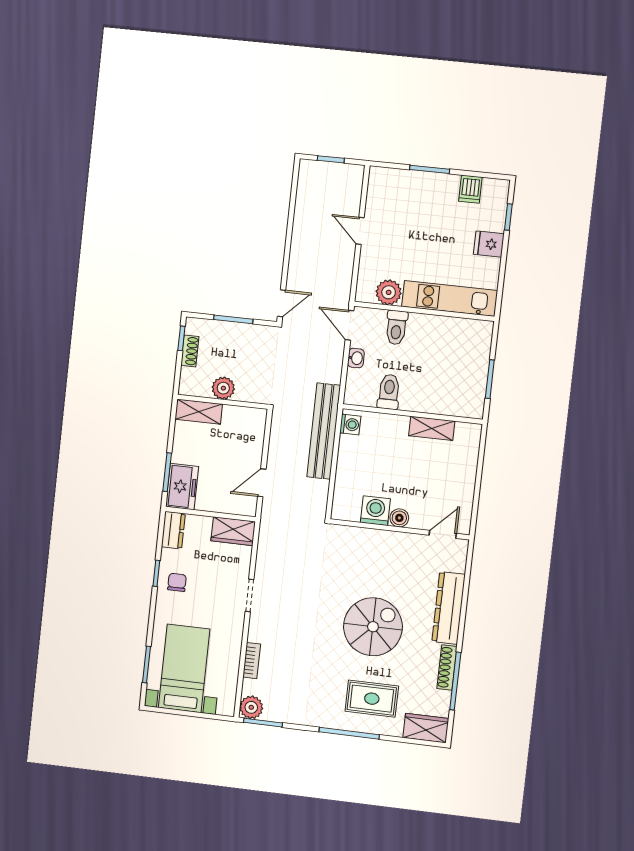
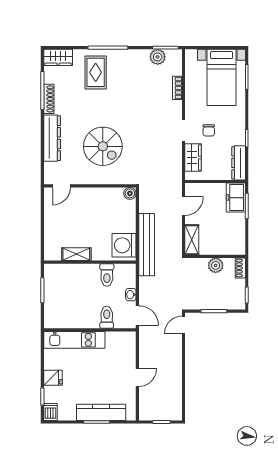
kitchen counter: (421, 183) -> (101, 412), added
dishwasher: (470, 189) -> (50, 412), moved
door: (360, 231) -> (137, 378), hinge flipped
plant: (389, 292) -> (114, 340), removed
shoe rack: (190, 351) -> (240, 268), moved
shelving: (199, 412) -> (192, 240), moved, turned 90
washing machine: (350, 424) -> (124, 245), width x1.89, depth x1.89
washing machine: (375, 511) -> (107, 196), removed
boiler: (399, 518) -> (130, 193), moved
dresser: (173, 530) -> (239, 163), width x1.44
wardrobe: (233, 531) -> (193, 158), moved, turned 90
chair: (177, 582) -> (209, 130), moved
spiral stairs: (373, 627) -> (103, 146), moved, turned -90
rug: (372, 699) -> (96, 72), turned 90
plant: (251, 707) -> (158, 57), moved

